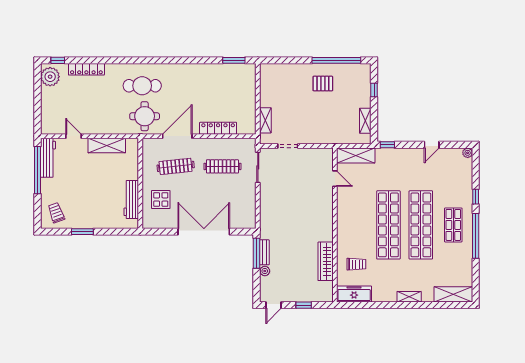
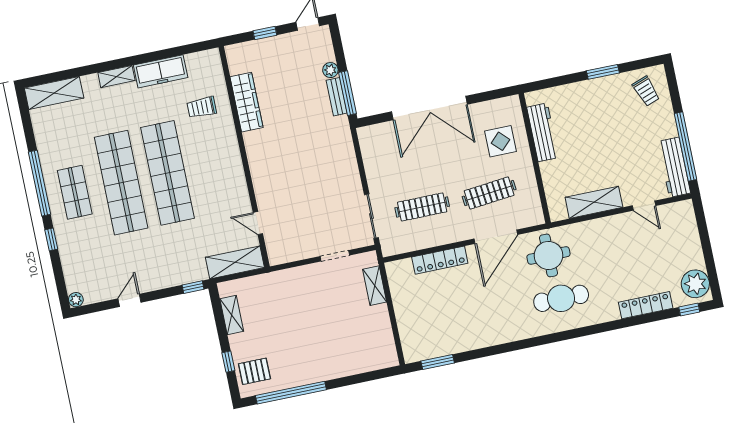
pallet: (323, 84) -> (254, 371), moved
freezer: (354, 294) -> (161, 71), moved

